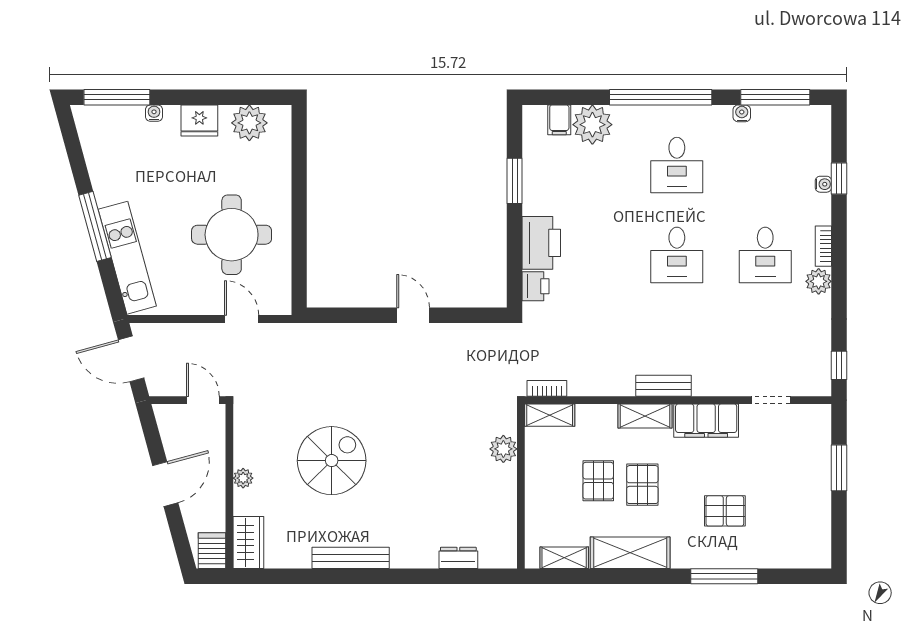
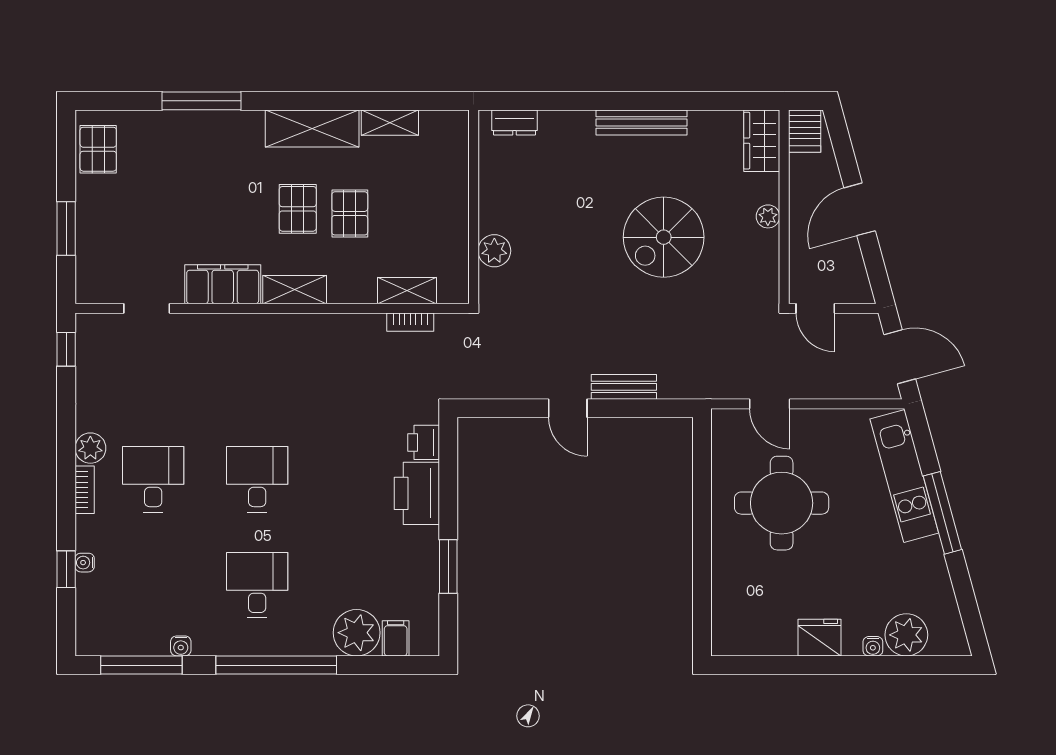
window: (117, 97) -> (917, 665), removed
plant: (249, 123) -> (906, 635), moved
bench: (664, 386) -> (624, 387), moved
plant: (503, 449) -> (494, 251), moved
wall: (521, 486) -> (474, 207), moved
pallet: (725, 511) -> (98, 149), moved, turned 90

